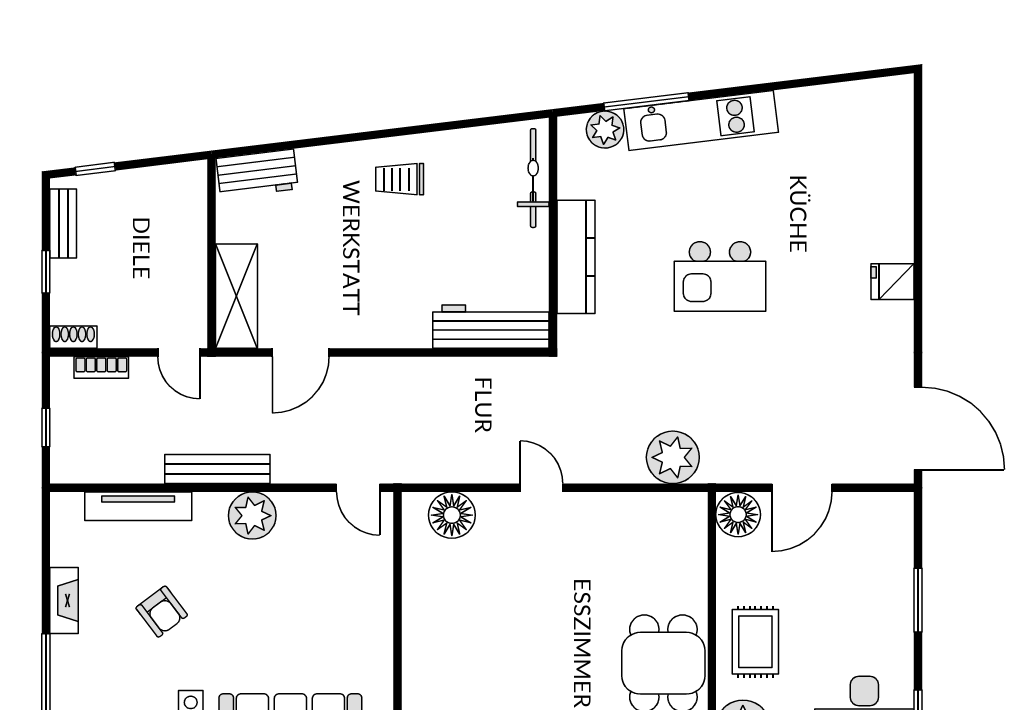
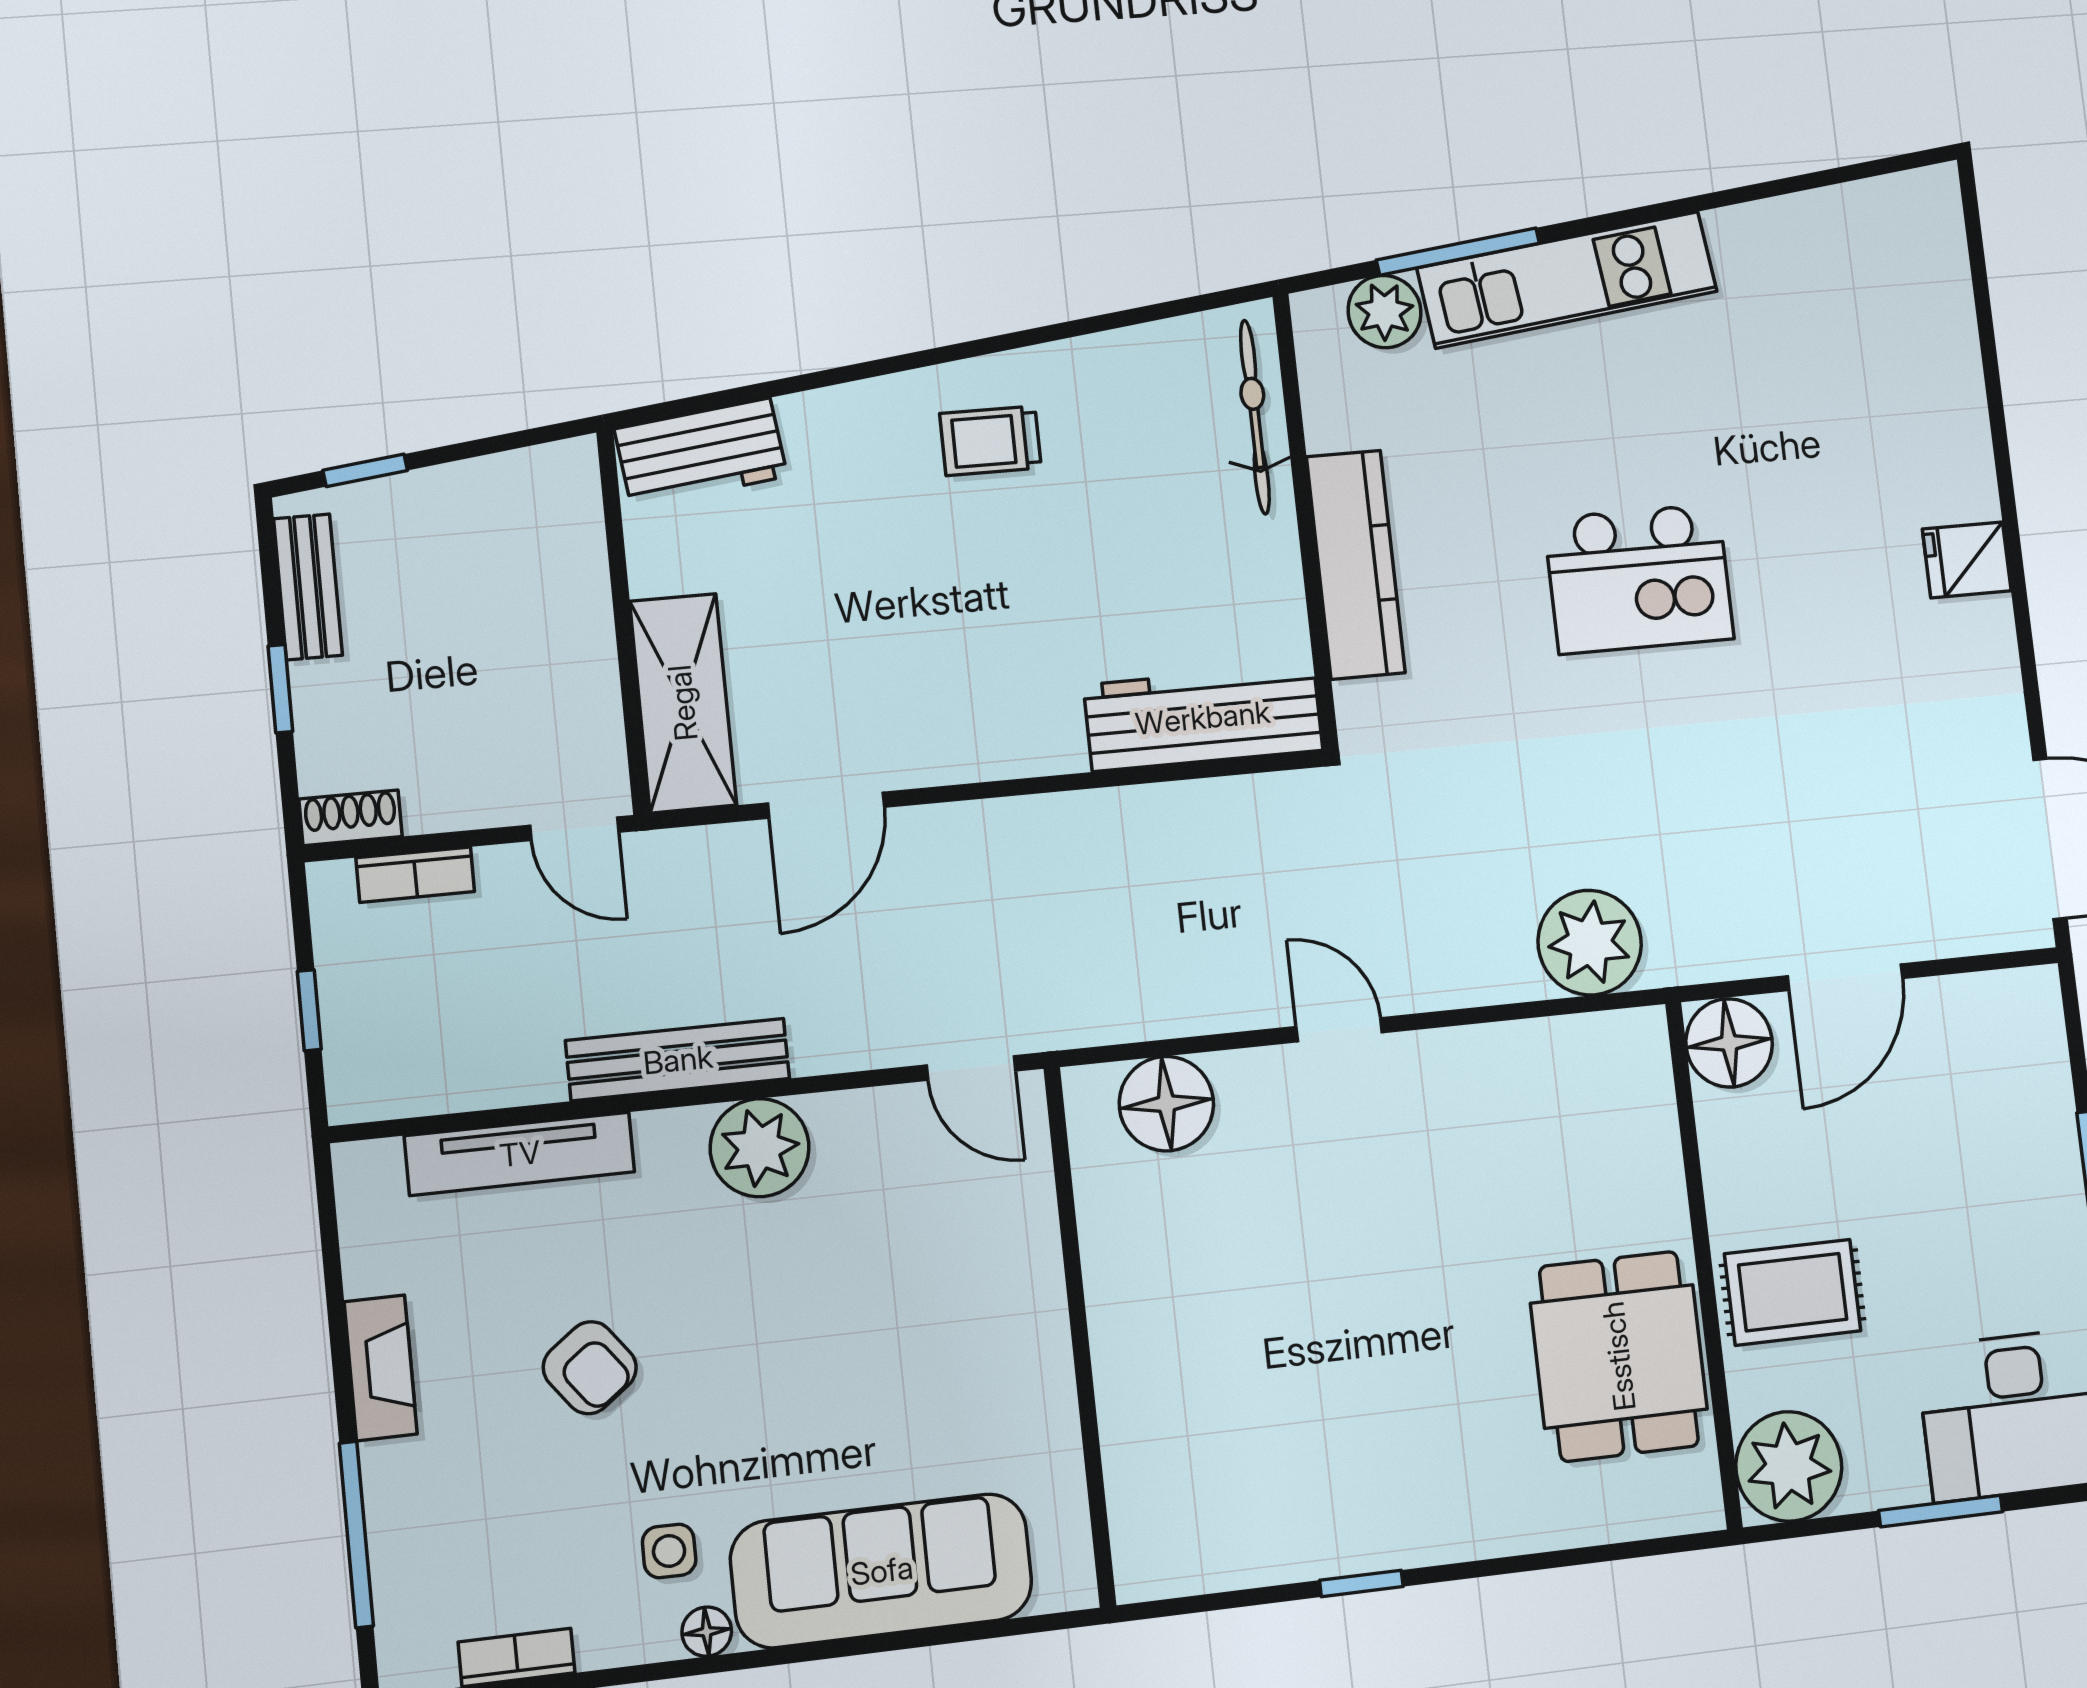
rug: (755, 642) -> (1793, 1292), turned 90

